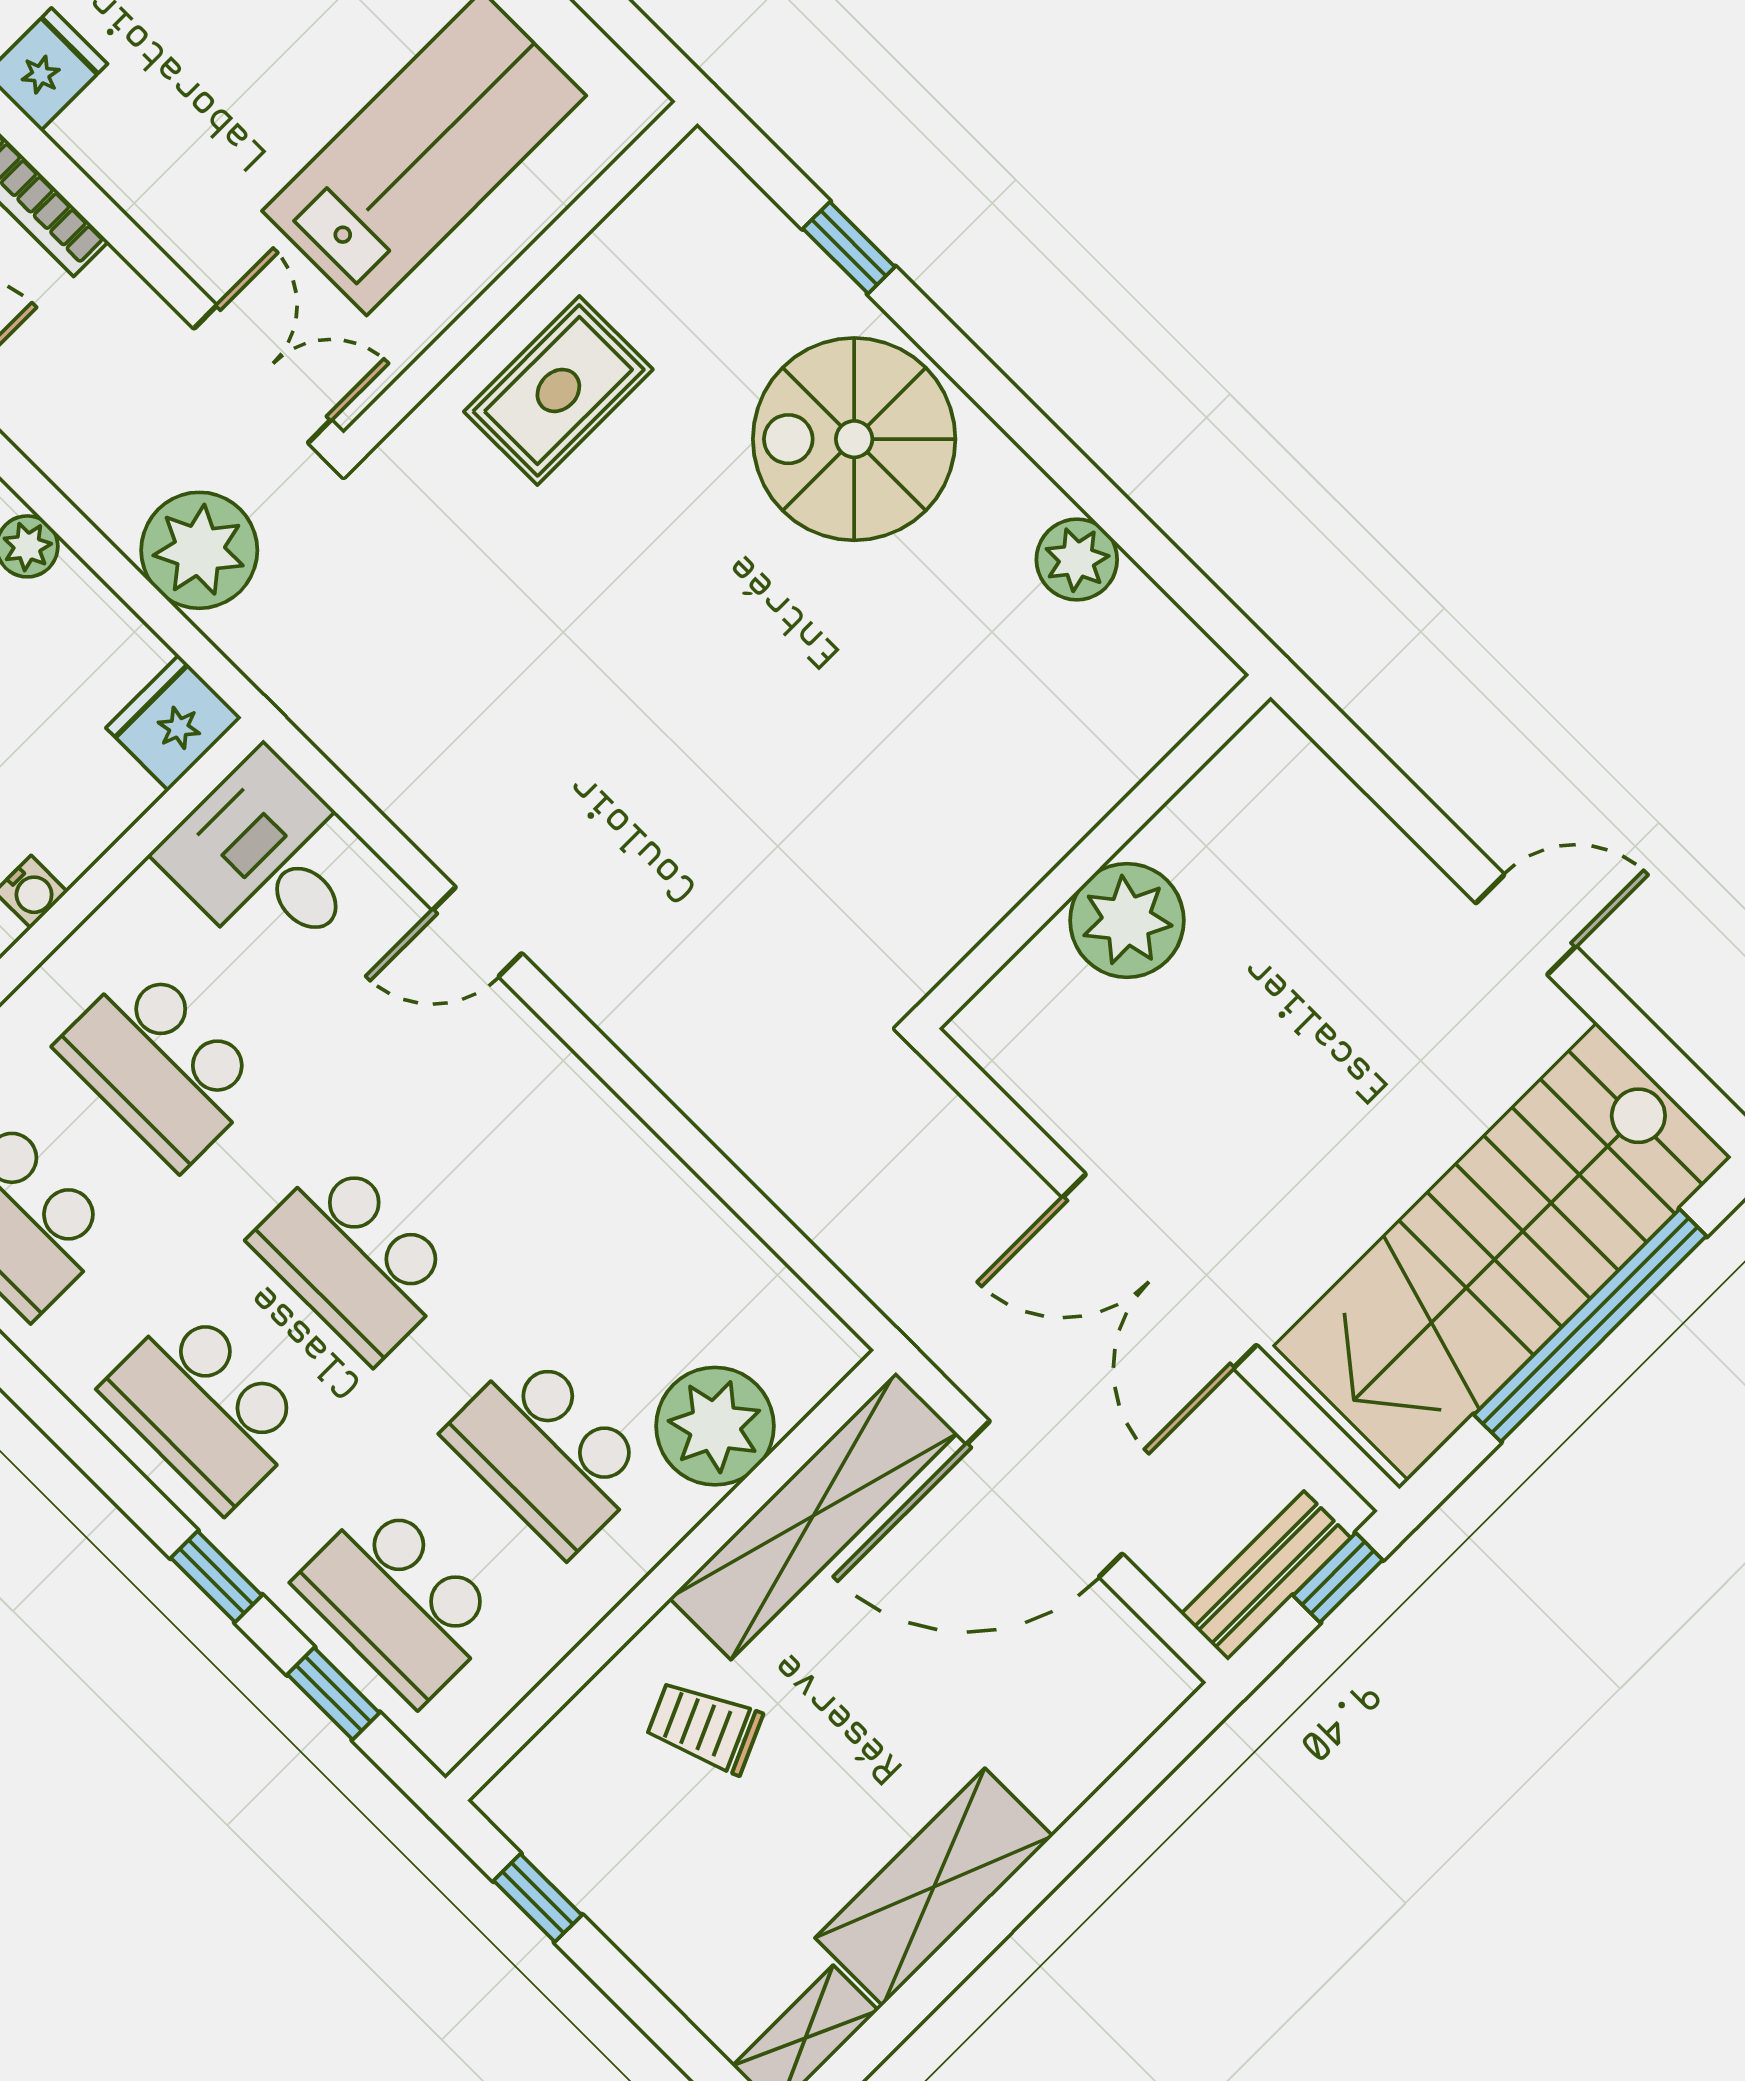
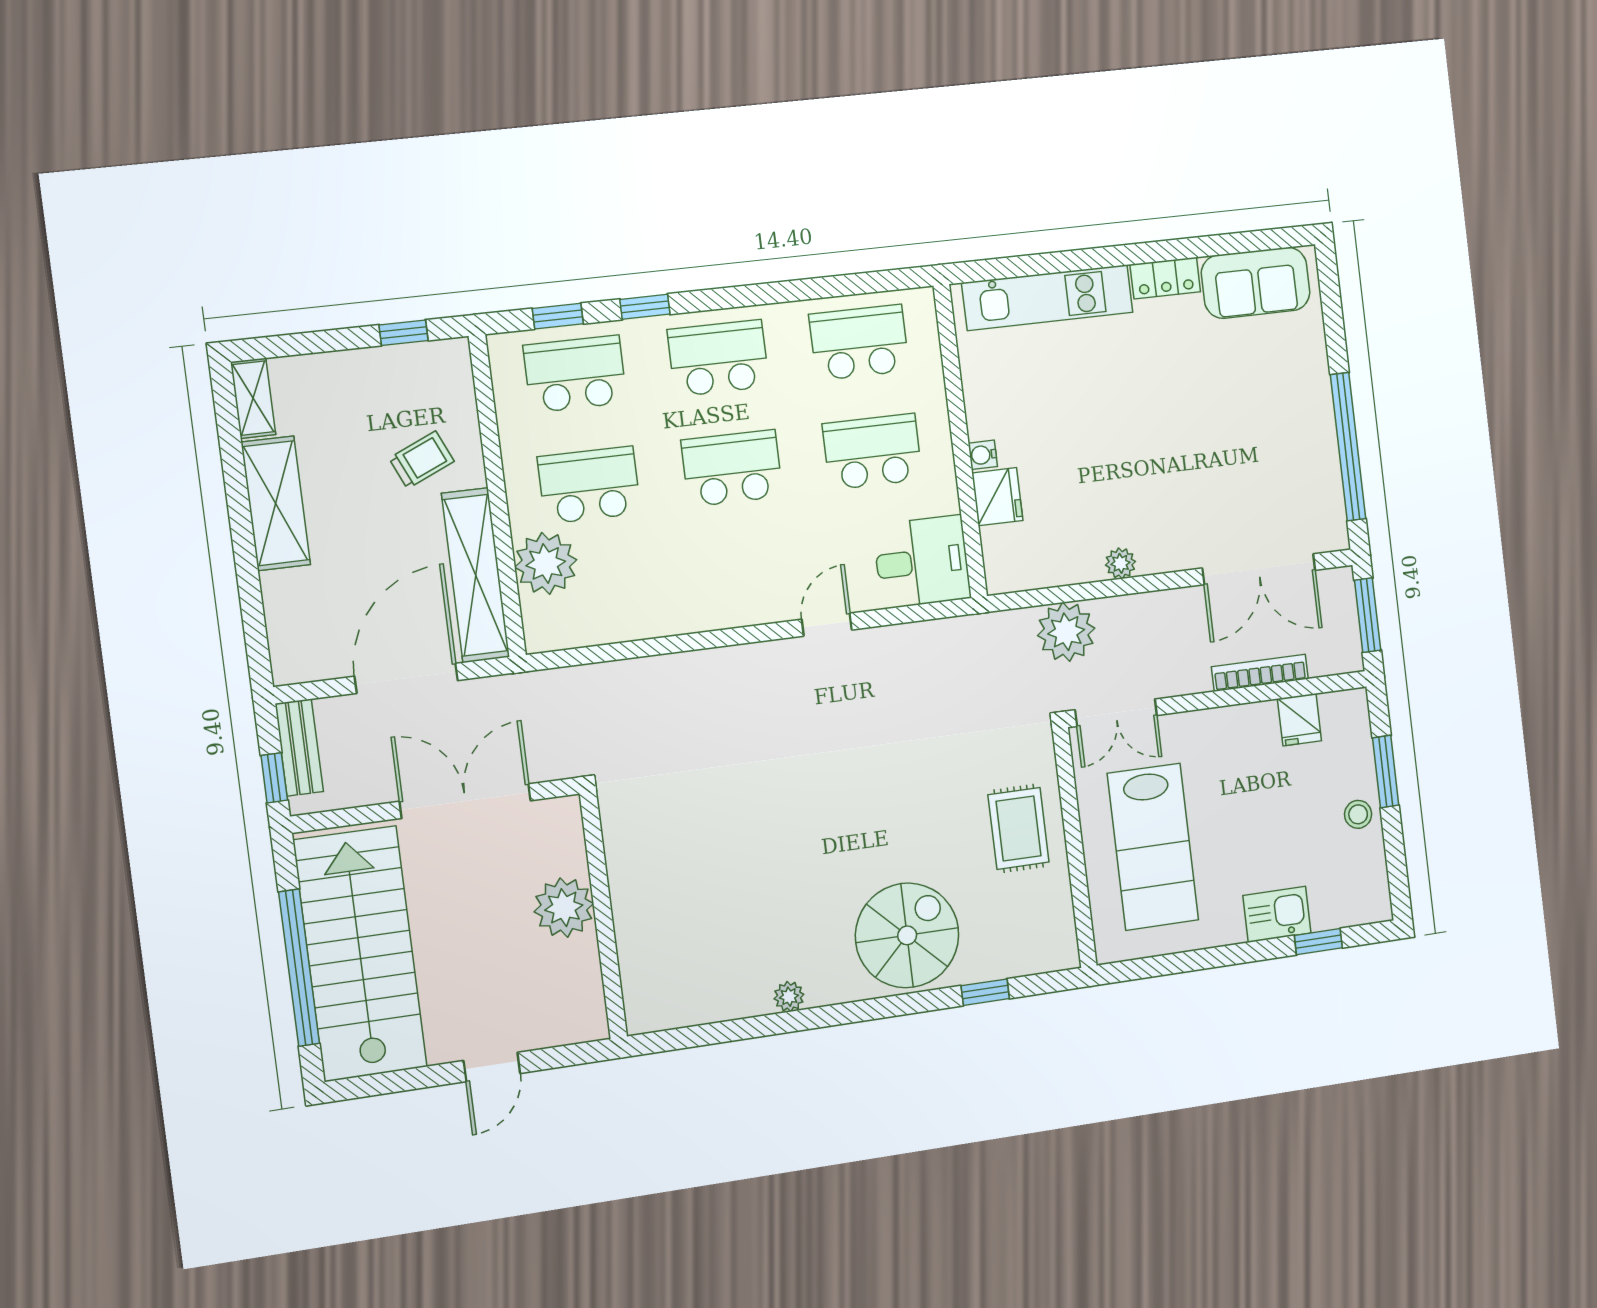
plant: (1077, 560) -> (789, 997), width x0.73, depth x0.73
fridge: (174, 723) -> (997, 497), moved
wall: (1094, 852) -> (603, 915), moved
plant: (1127, 920) -> (564, 908), moved

